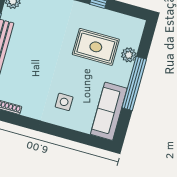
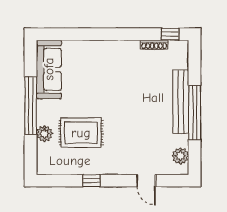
side table: (64, 102) -> (98, 66), removed

